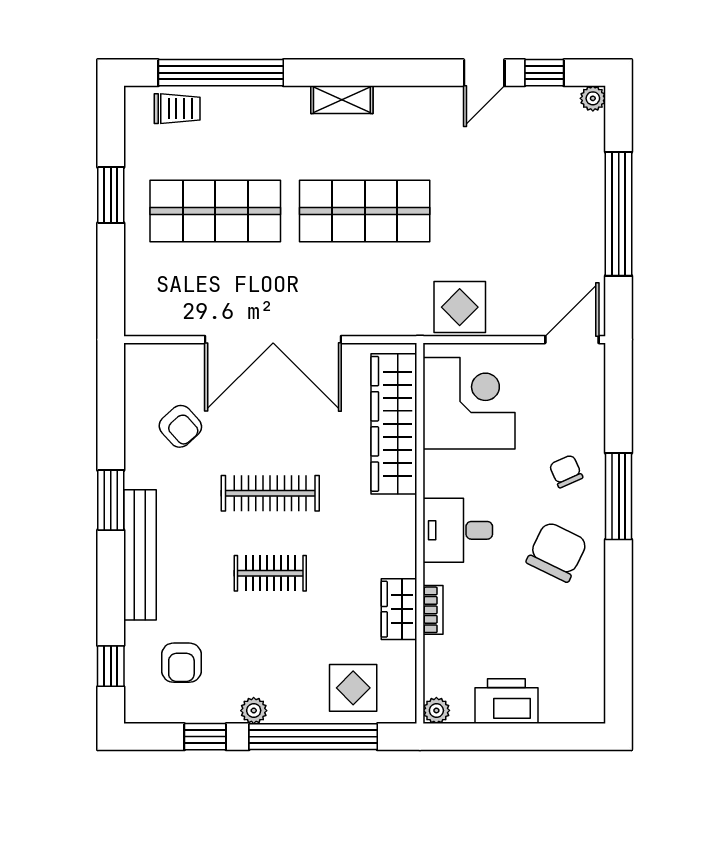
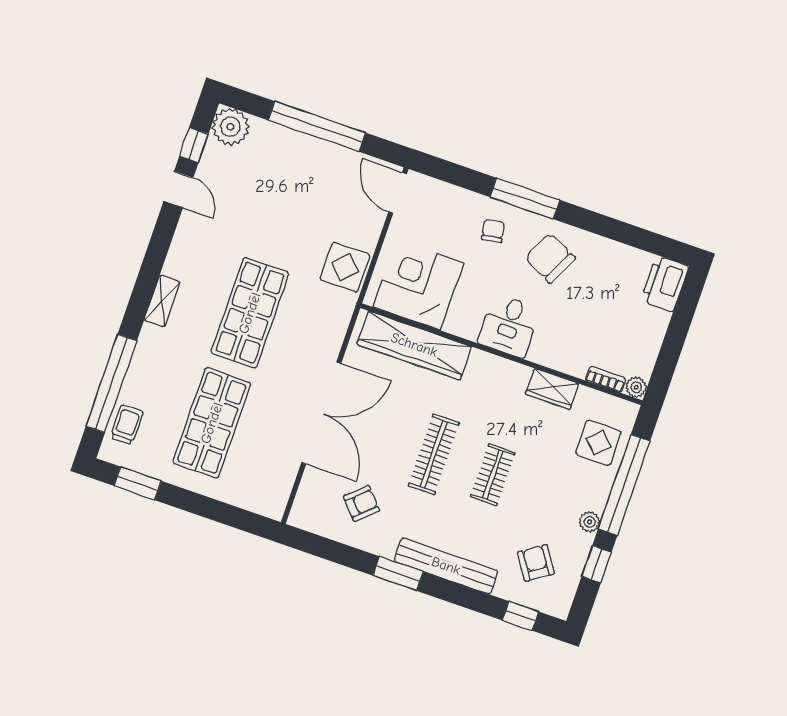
plant: (593, 98) -> (230, 127), width x1.88, depth x1.88
window: (111, 195) -> (138, 483), moved
chair: (566, 471) -> (493, 231), turned 104
bookcase: (433, 610) -> (606, 379), moved
armchair: (181, 663) -> (536, 563), turned -124
printer: (506, 701) -> (664, 283), moved

